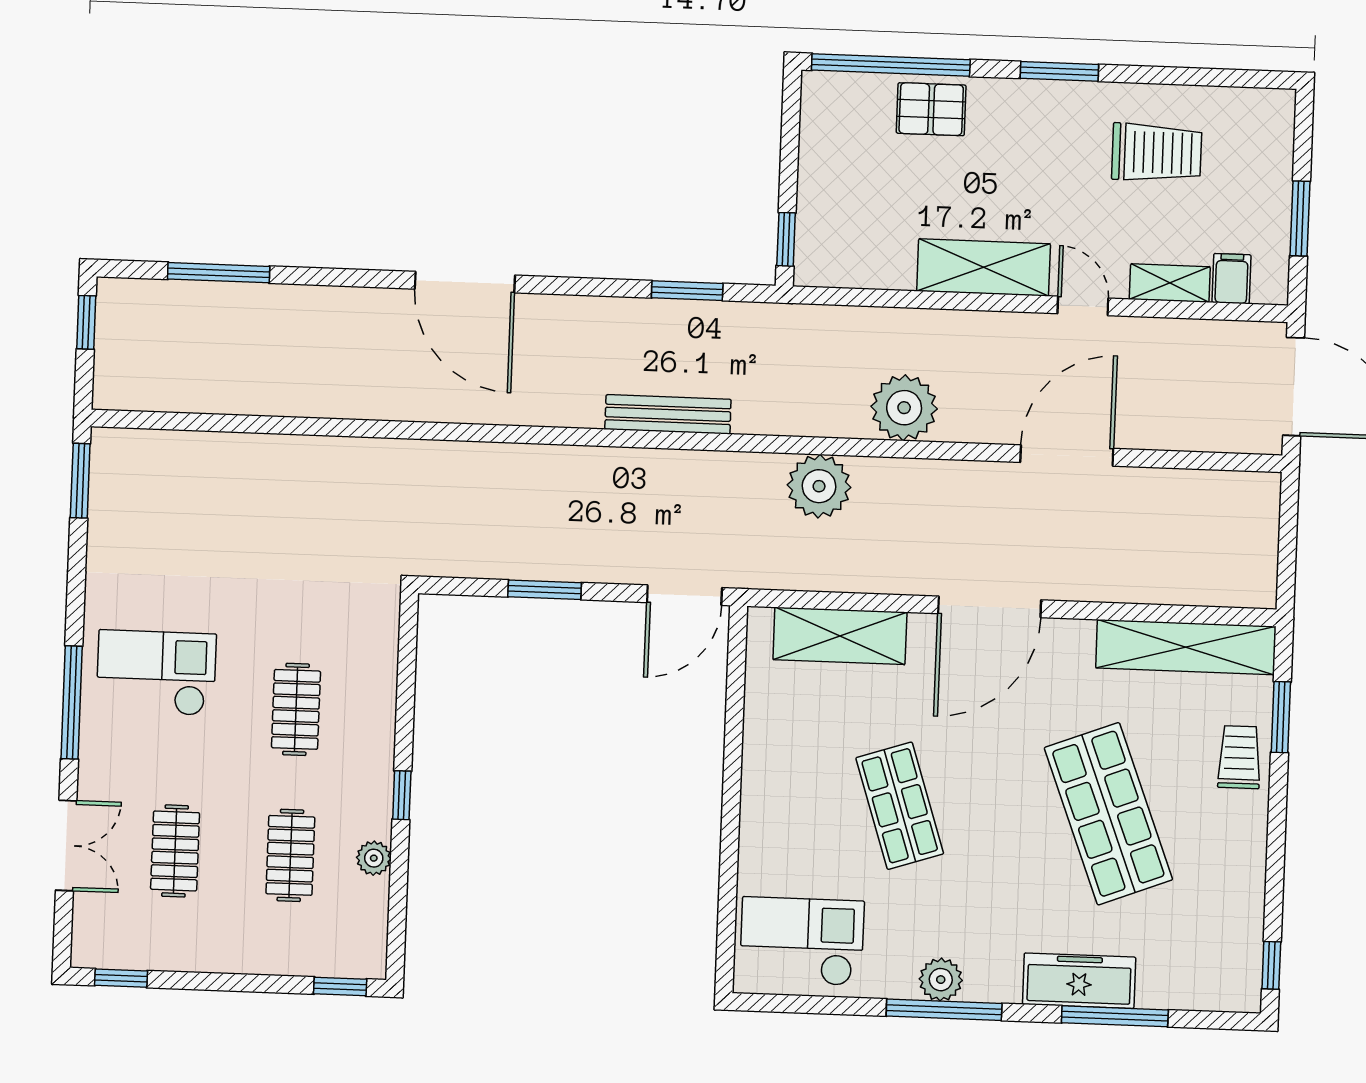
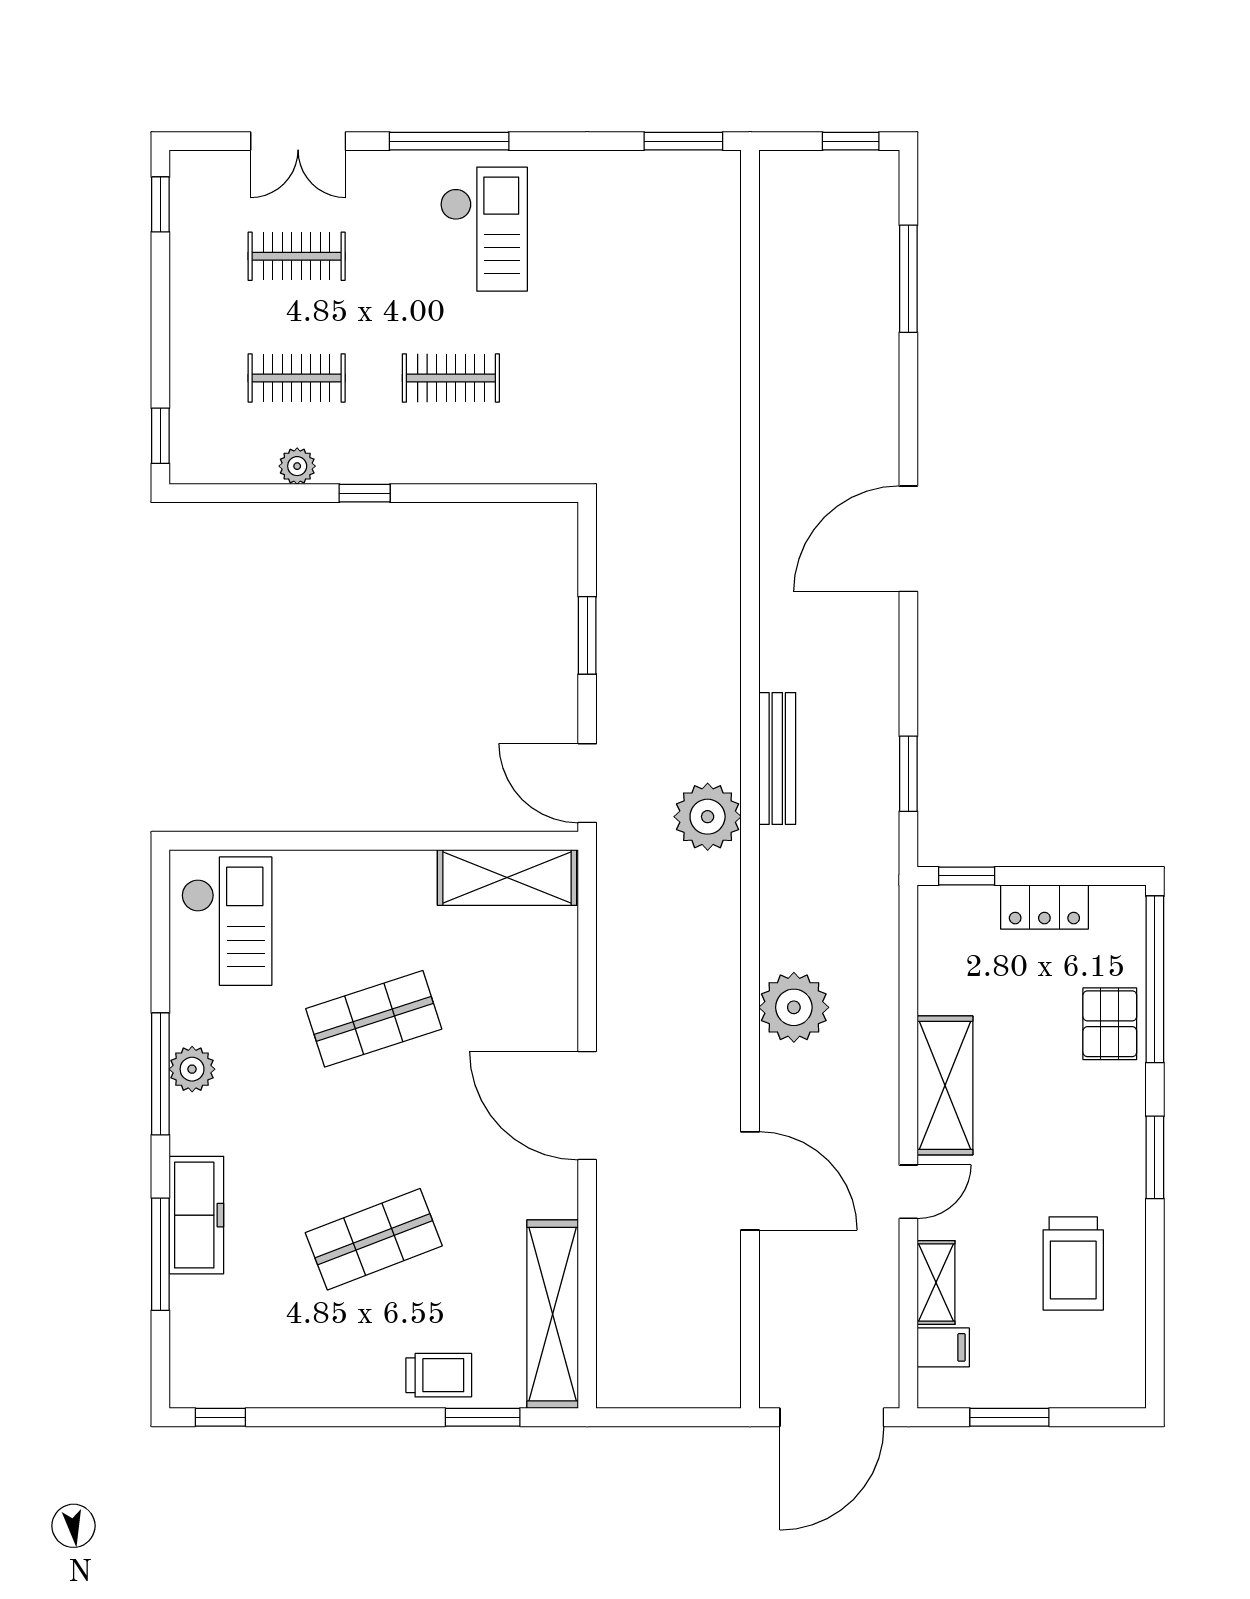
locker: (818, 167) -> (1044, 907), added
plant: (819, 486) -> (708, 817), moved
shelving: (840, 636) -> (507, 877), moved, turned 90
shop shelf: (1108, 814) -> (374, 1239), width x0.70, depth x0.74

